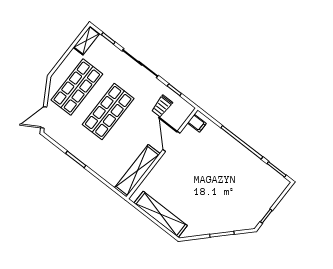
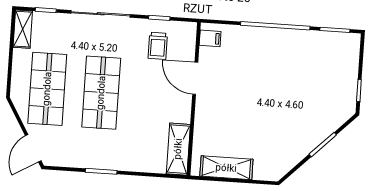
shelving: (137, 171) -> (178, 149), width x0.68
shelving: (161, 214) -> (226, 168), width x0.68

